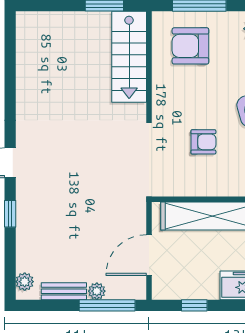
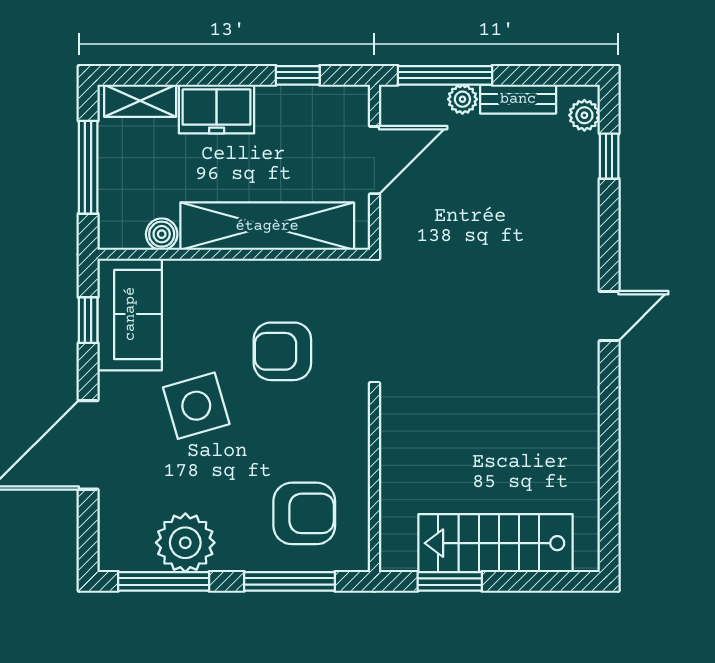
stairs: (129, 57) -> (496, 543), moved, turned -90
armchair: (203, 142) -> (282, 351), width x1.38, depth x1.38
window: (10, 214) -> (609, 156), moved

